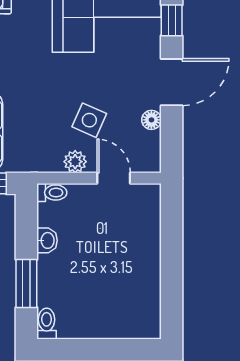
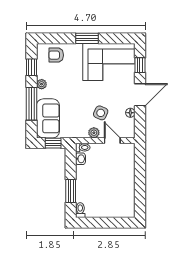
washbasin: (47, 240) -> (80, 159), moved

